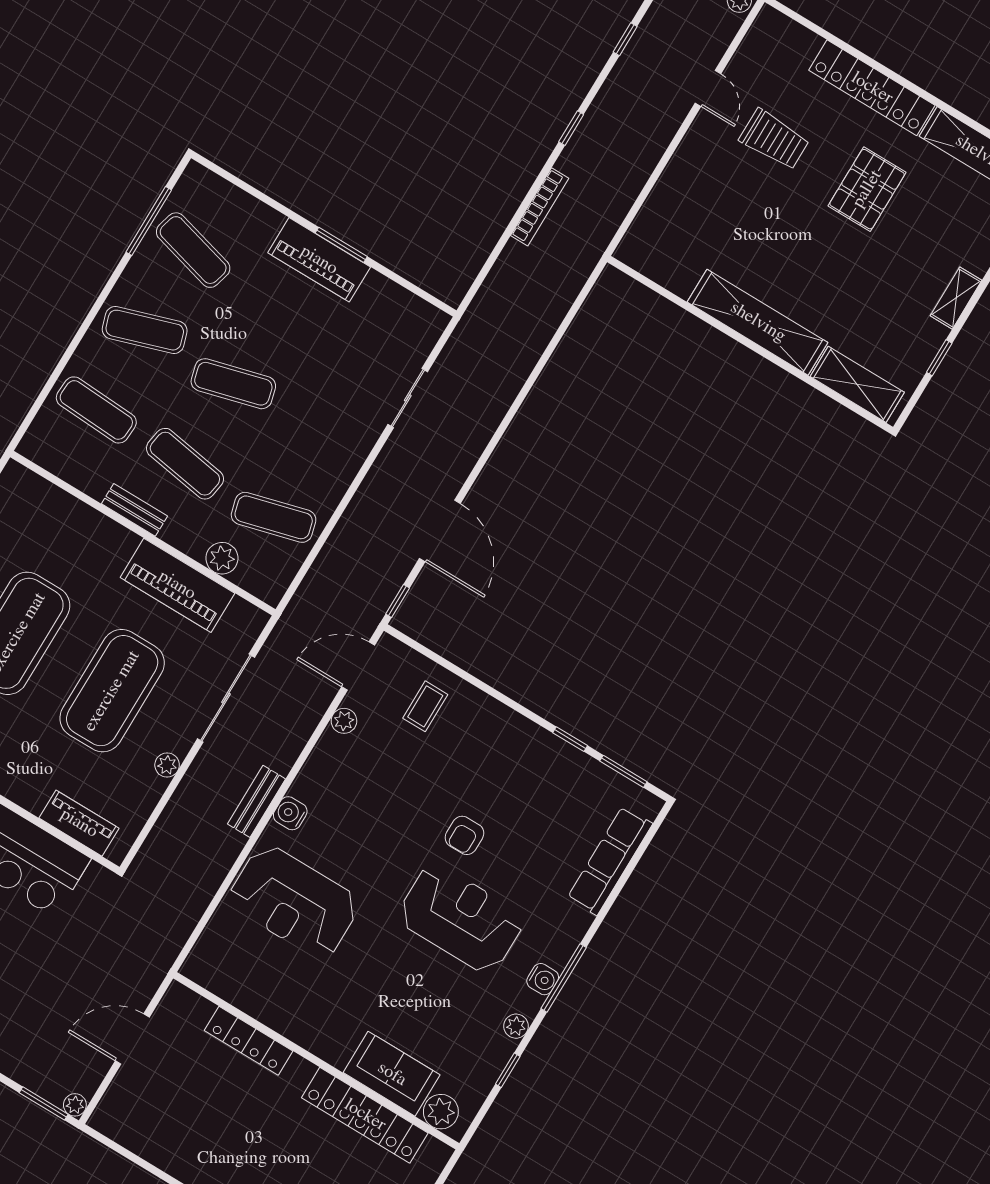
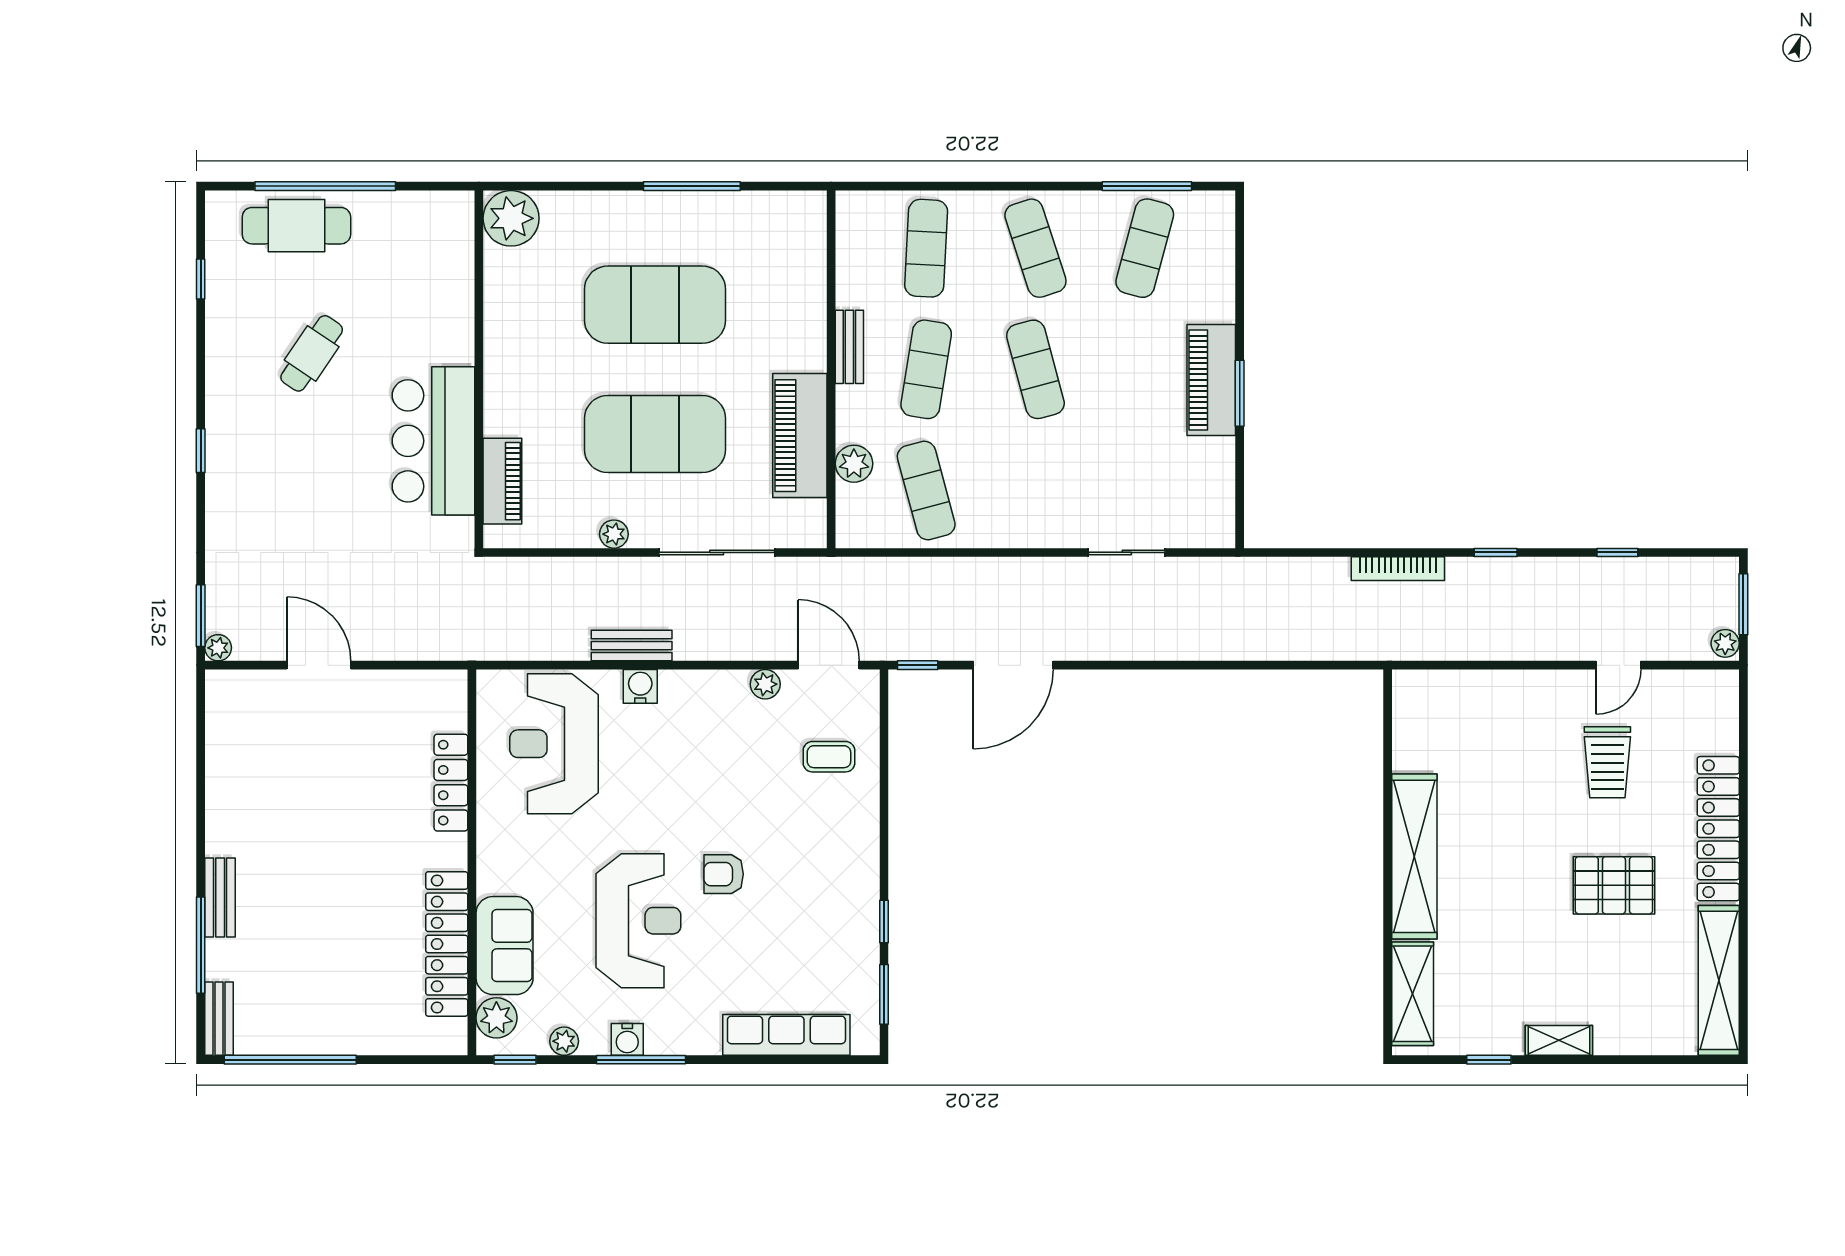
locker: (249, 1041) -> (451, 783), moved
wall: (316, 1061) -> (472, 862), moved
sofa: (392, 1074) -> (505, 946), moved
plant: (441, 1112) -> (496, 1018), moved
locker: (365, 1115) -> (447, 944), moved

